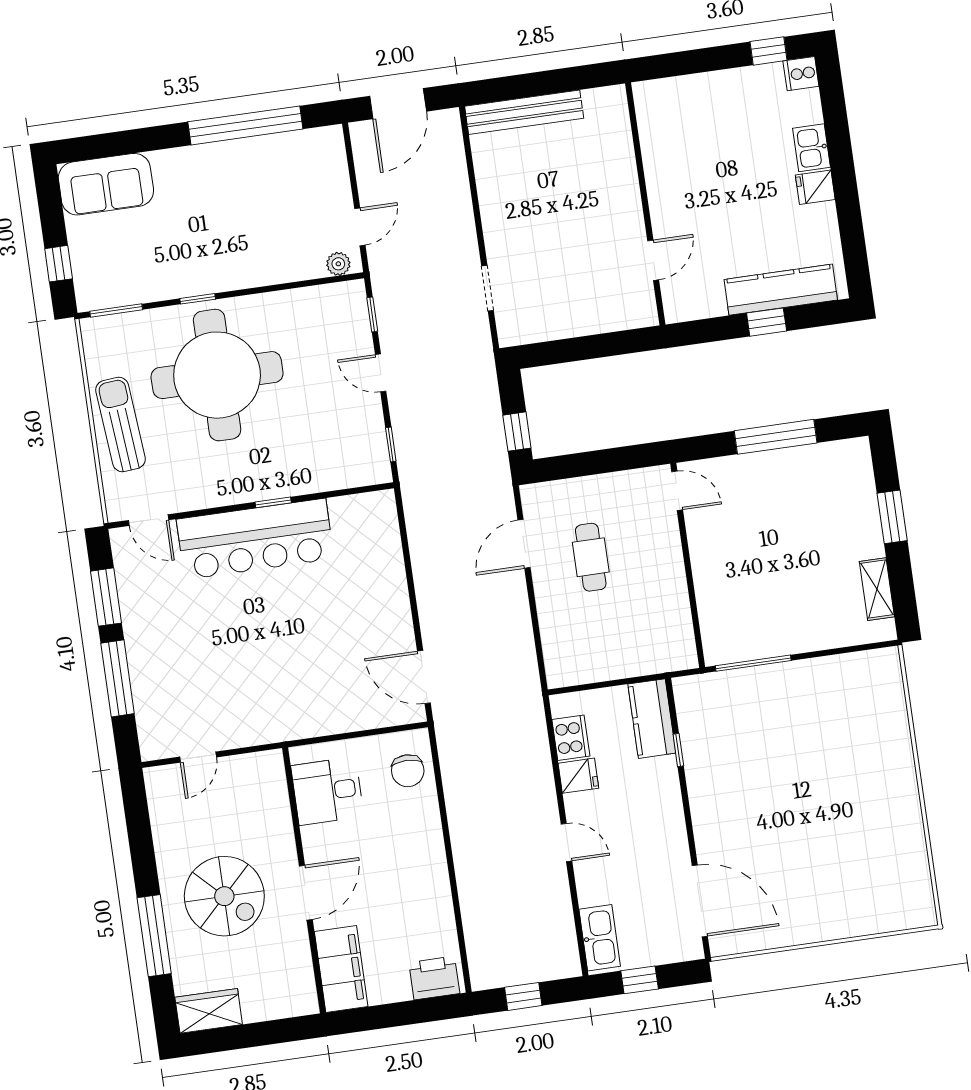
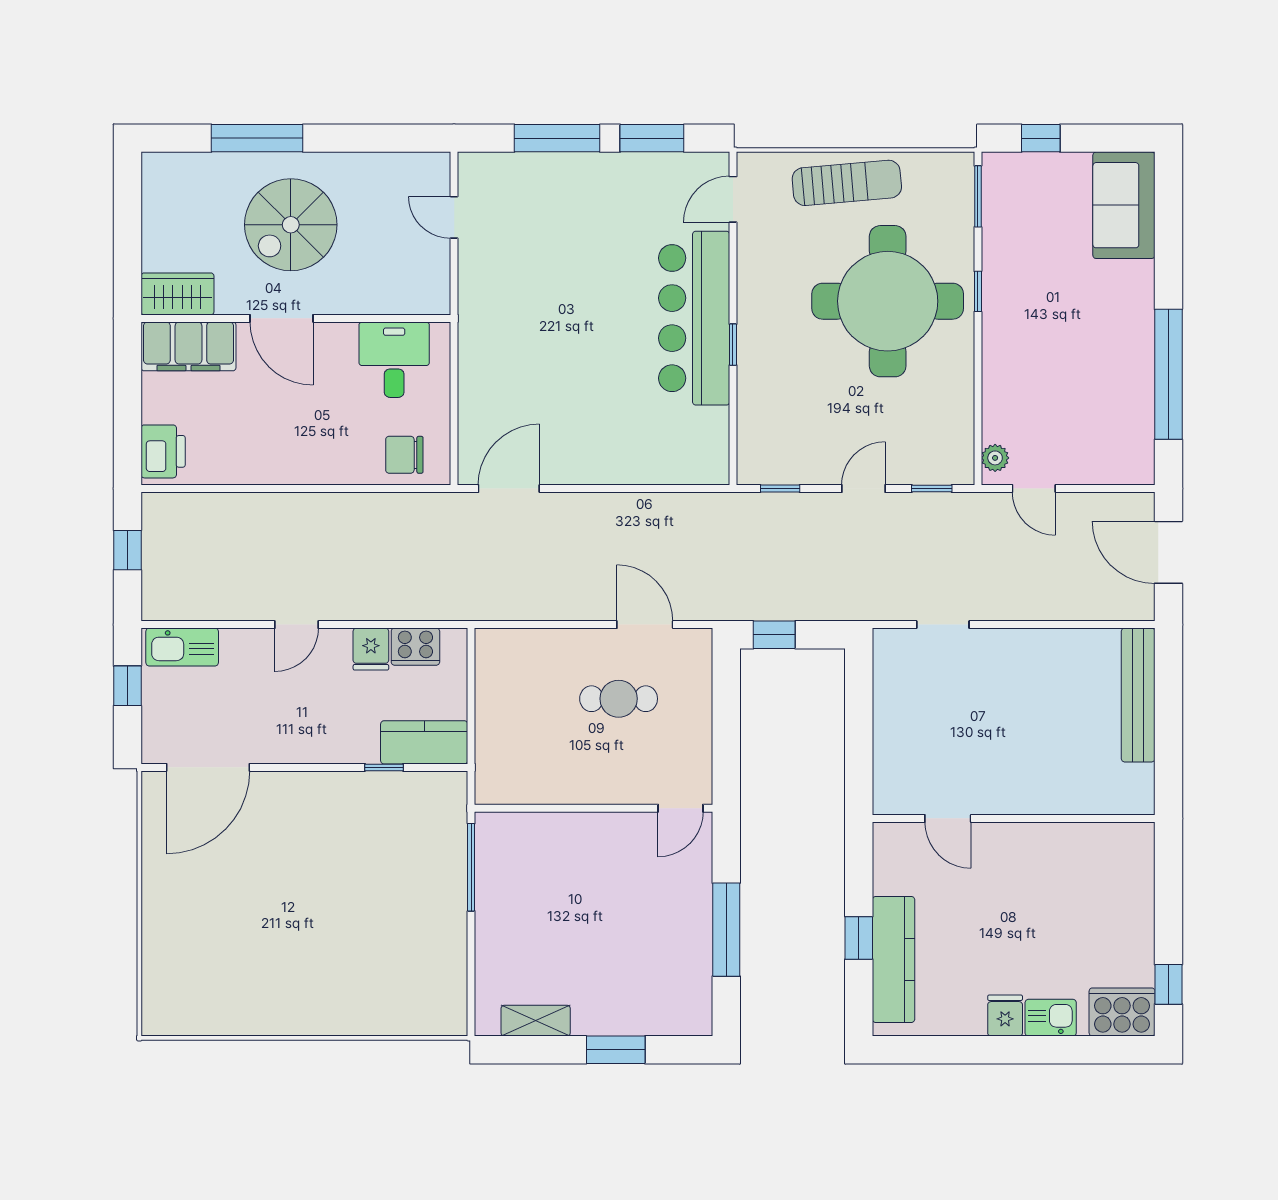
cooker: (801, 74) -> (1122, 1012), width x1.87, depth x1.31
wardrobe: (209, 1011) -> (177, 294), moved, turned -90

